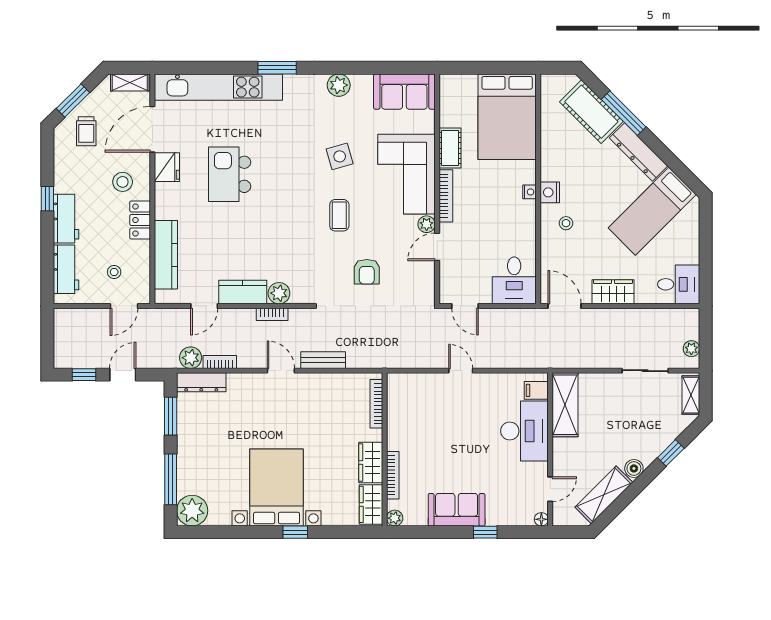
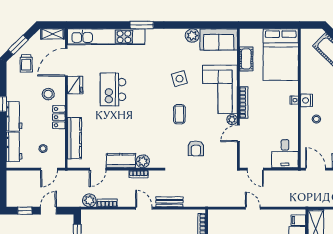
plant: (339, 85) -> (192, 36), moved
cot: (450, 148) -> (246, 59), moved
dresser: (201, 382) -> (96, 215), removed

